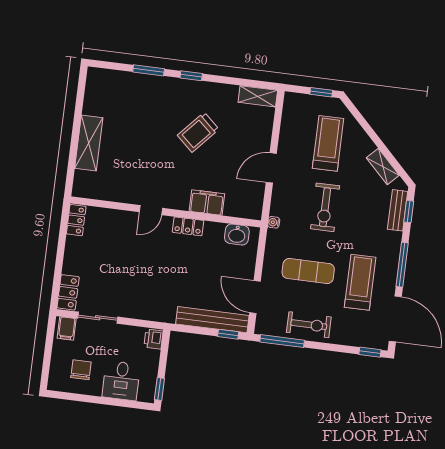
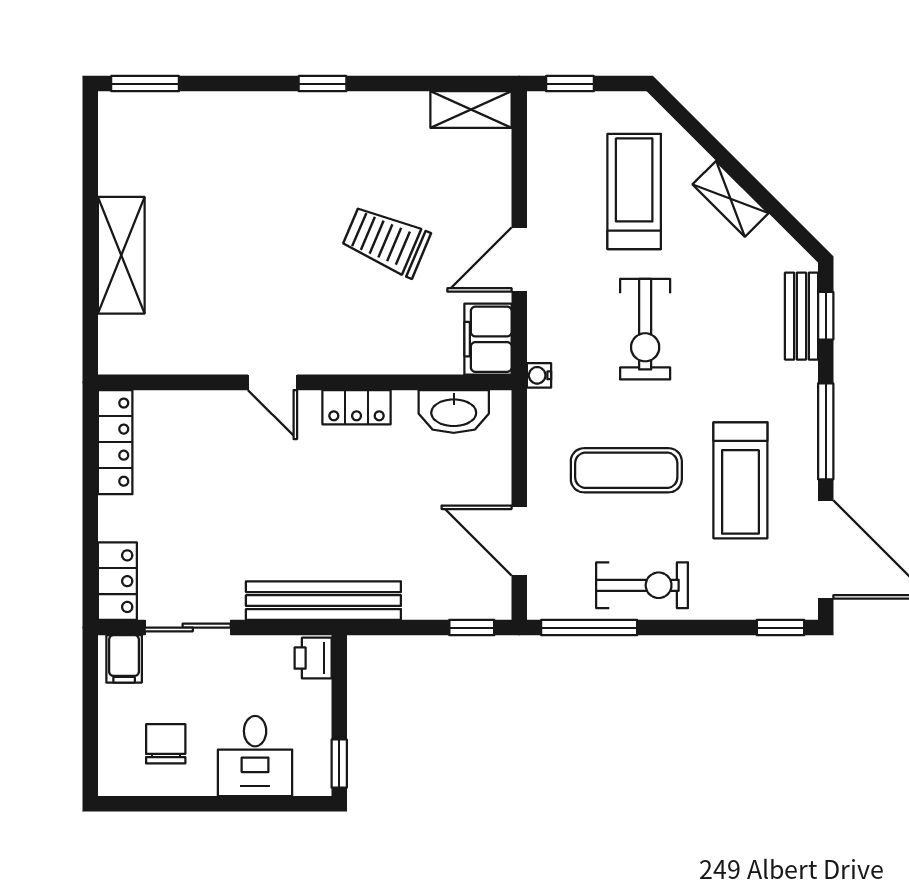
window: (149, 70) -> (145, 84), moved
window: (321, 92) -> (570, 84), moved
trolley: (198, 132) -> (386, 241), moved, turned 71
shelving: (383, 167) -> (730, 199), moved
filing cabinet: (207, 203) -> (488, 339), moved, turned -90
door: (151, 210) -> (273, 382), hinge flipped
locker: (76, 220) -> (115, 442), width x1.53
washbasin: (237, 235) -> (454, 411), width x1.38
treadmill: (360, 282) -> (740, 480), turned 180
bench: (212, 320) -> (323, 601), moved

